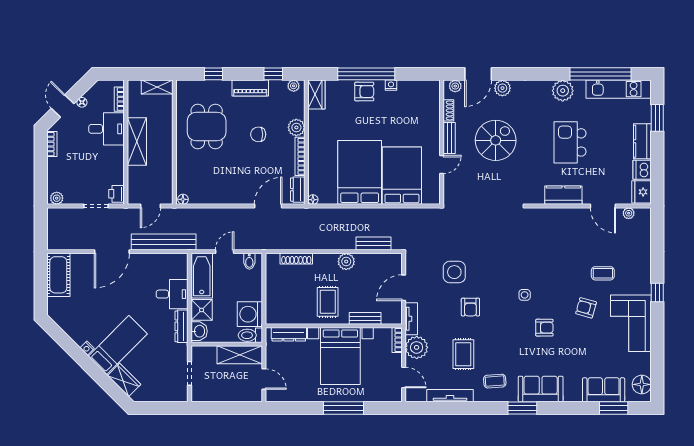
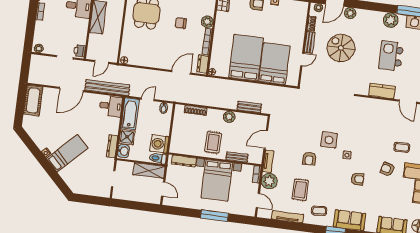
spiral stairs: (496, 140) -> (341, 48), turned -90
side table: (454, 272) -> (329, 140), moved
desk: (172, 294) -> (111, 106), moved
wardrobe: (124, 380) -> (68, 177), removed

